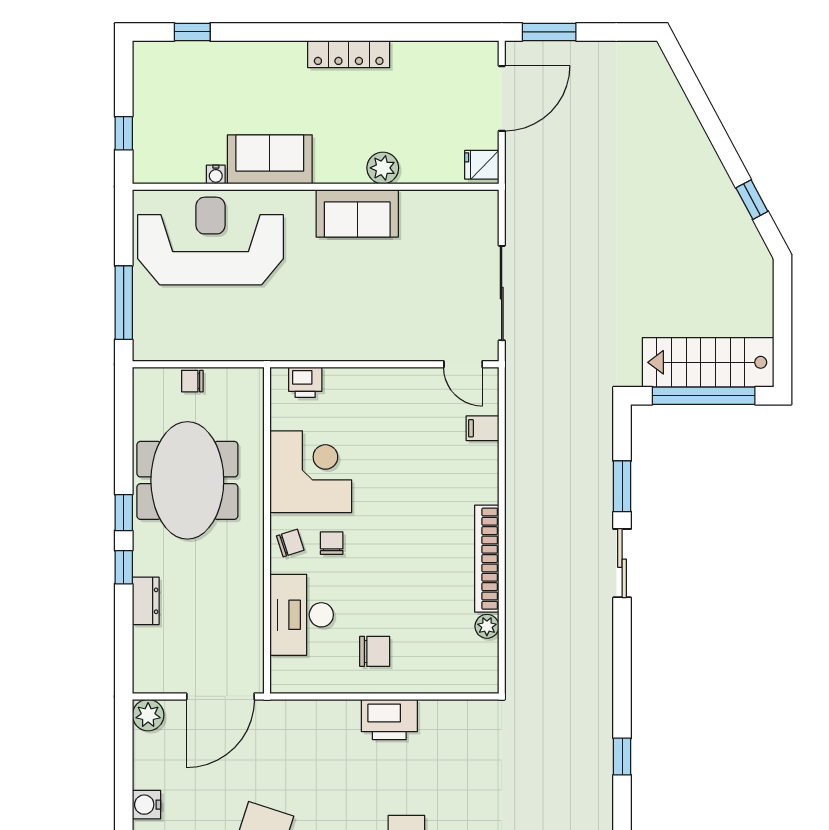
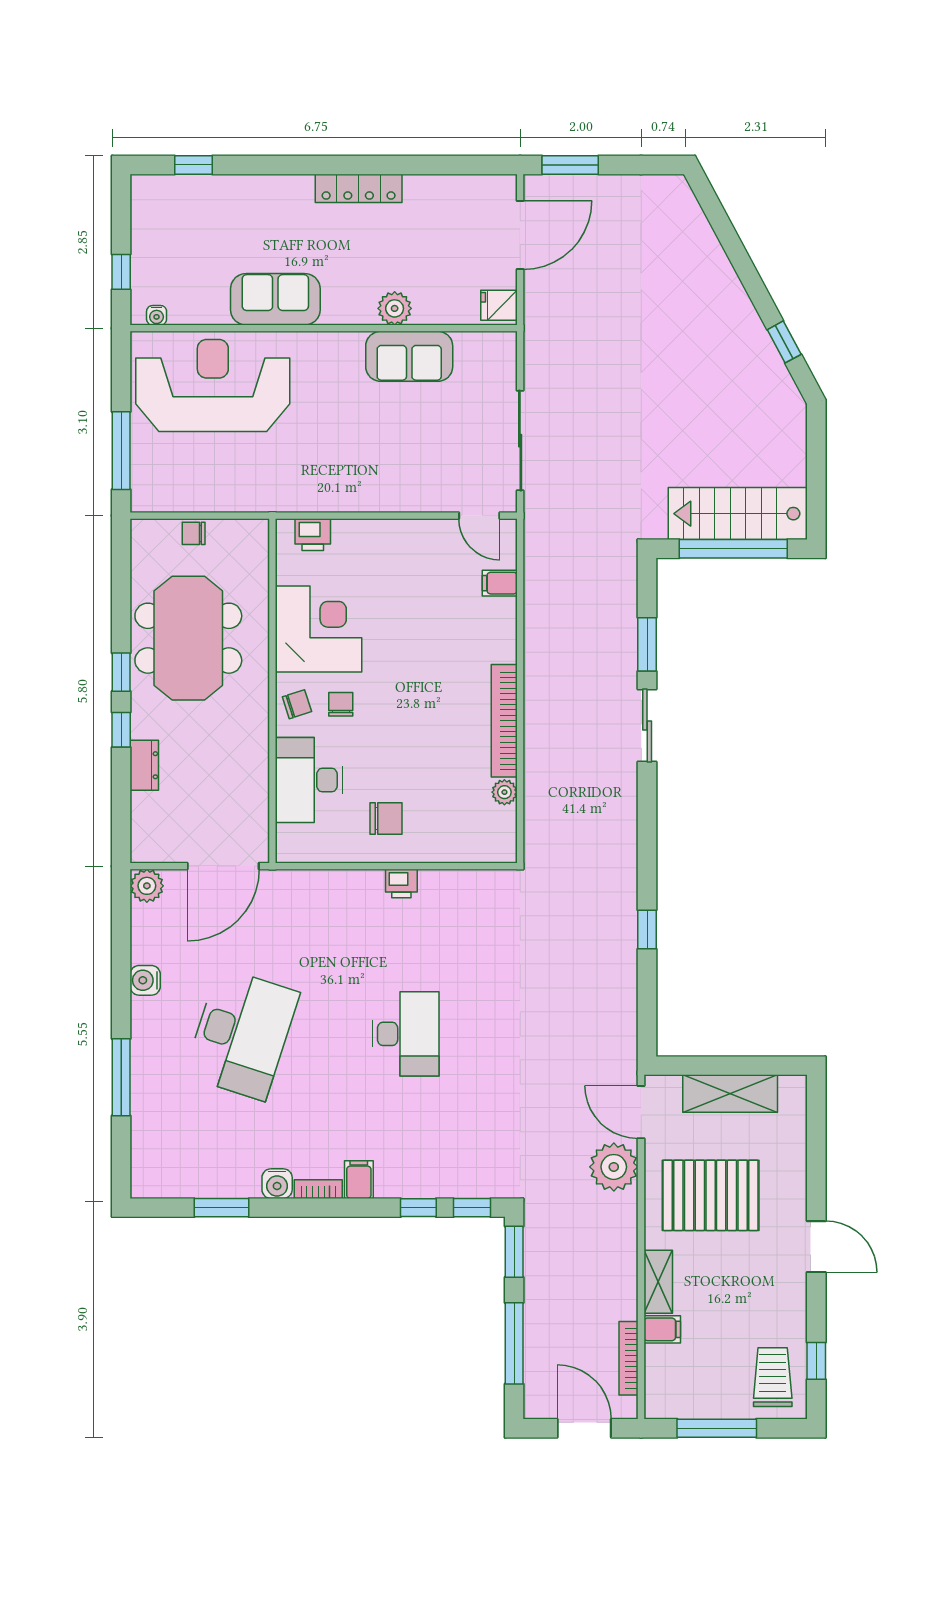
water cooler: (216, 174) -> (157, 315), moved
sofa: (357, 213) -> (409, 356), moved
printer: (389, 719) -> (401, 884), width x0.53, depth x0.68

